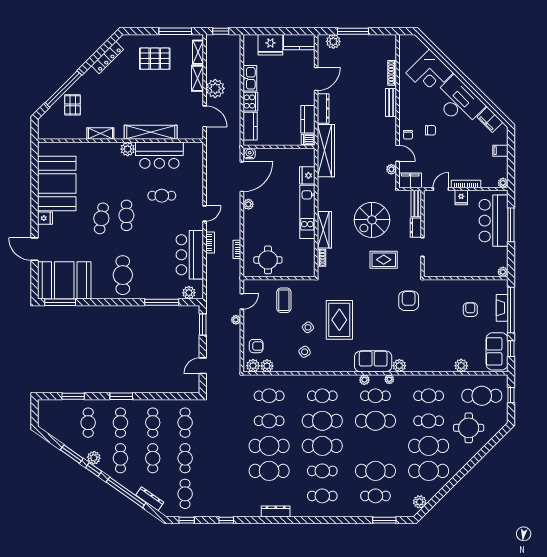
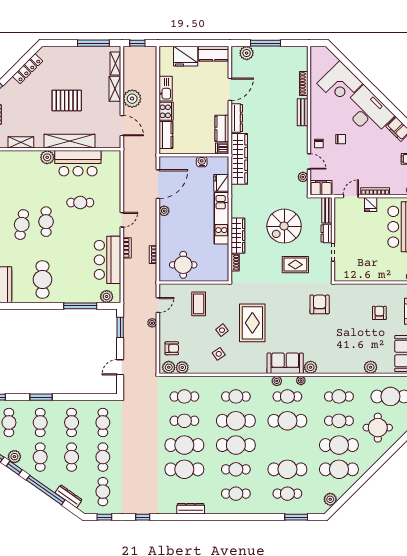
pallet: (155, 59) -> (67, 100), moved
water cooler: (250, 154) -> (202, 162), moved

